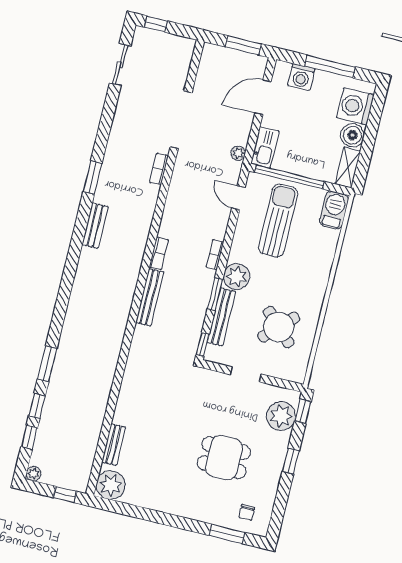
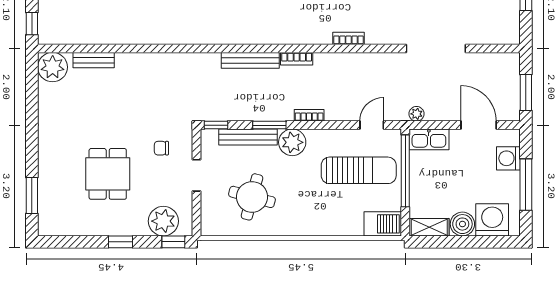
bookcase: (159, 169) -> (349, 38), moved
round table: (279, 327) -> (252, 197), turned -30
chair: (247, 512) -> (161, 148), moved

